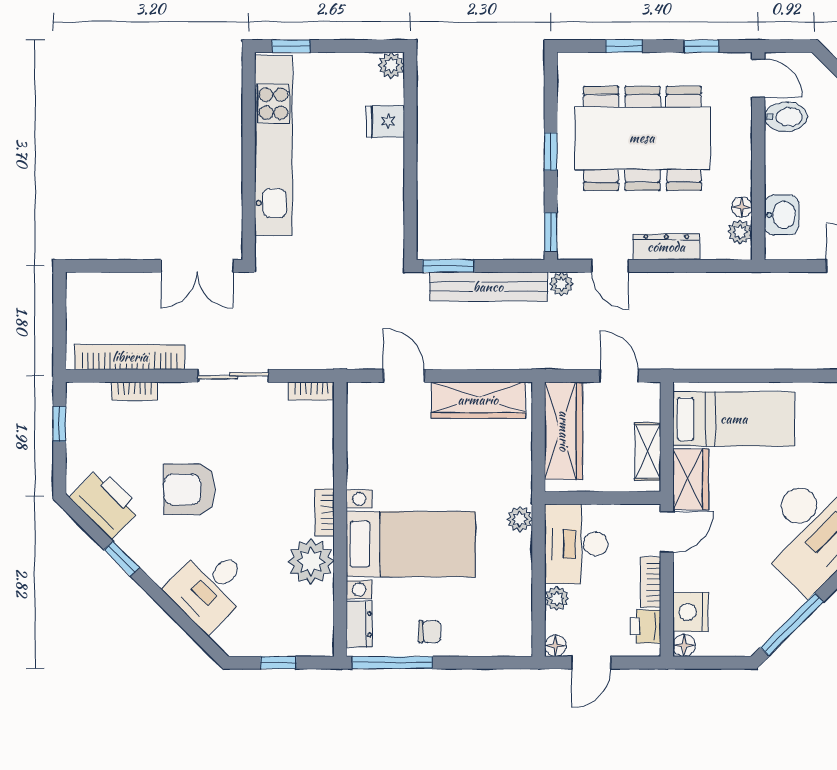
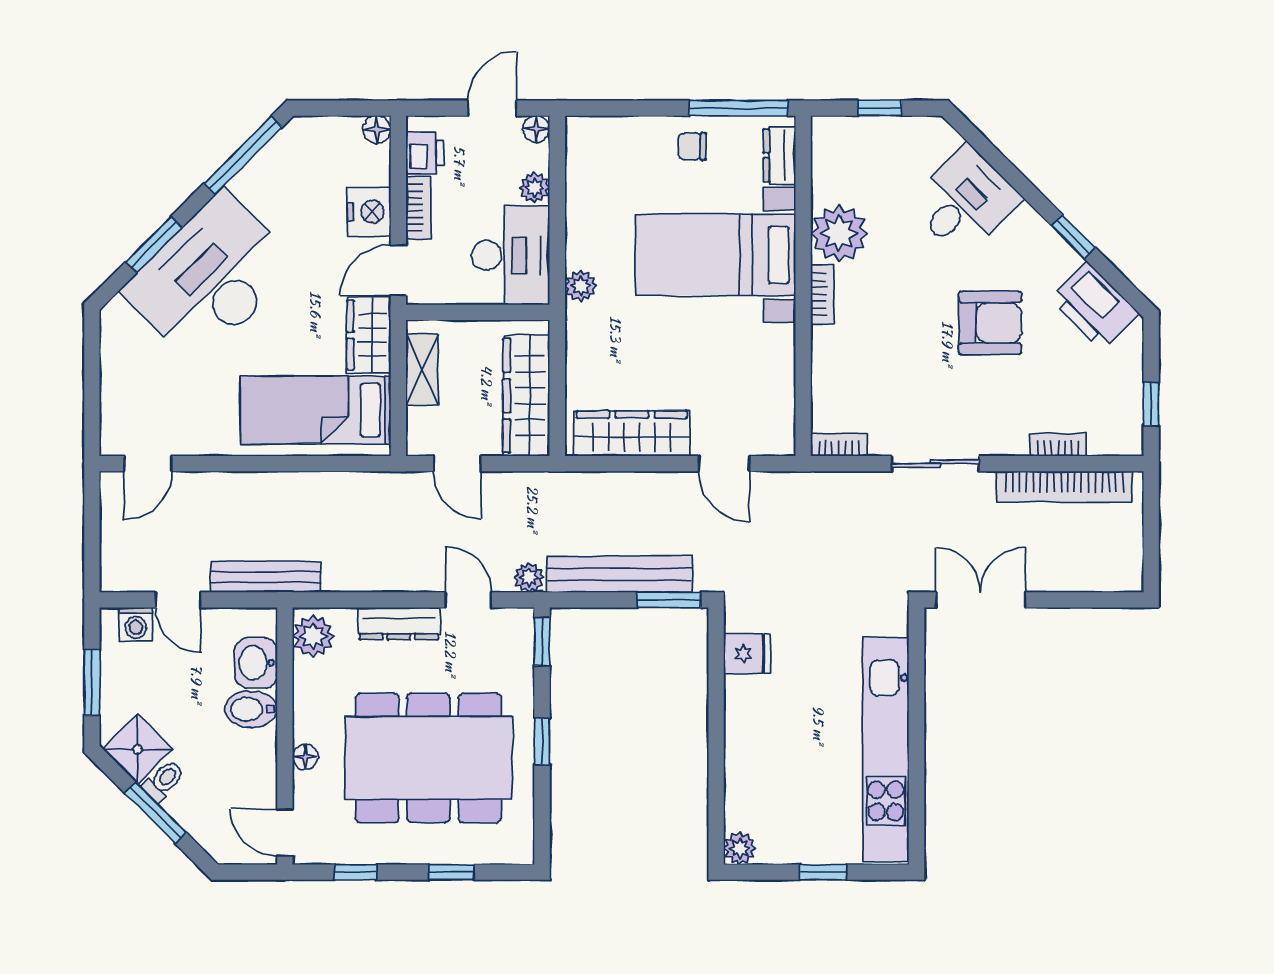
window: (291, 46) -> (823, 872), moved
bidet: (786, 117) -> (251, 709), moved
fridge: (385, 121) -> (747, 654), moved
floor lamp: (742, 207) -> (305, 757), moved
plant: (740, 232) -> (313, 636), width x1.38, depth x1.38
bench: (774, 284) -> (266, 577), added
nightstand: (690, 612) -> (369, 212), moved

